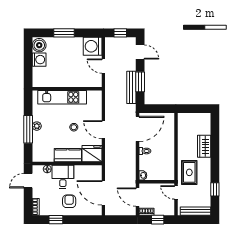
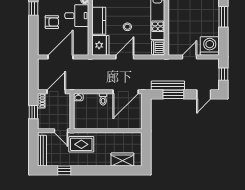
dishwasher: (94, 97) -> (158, 48), added
door: (138, 129) -> (126, 92), hinge flipped
wardrobe: (204, 146) -> (122, 159), moved
door: (176, 192) -> (61, 131), swing flipped

